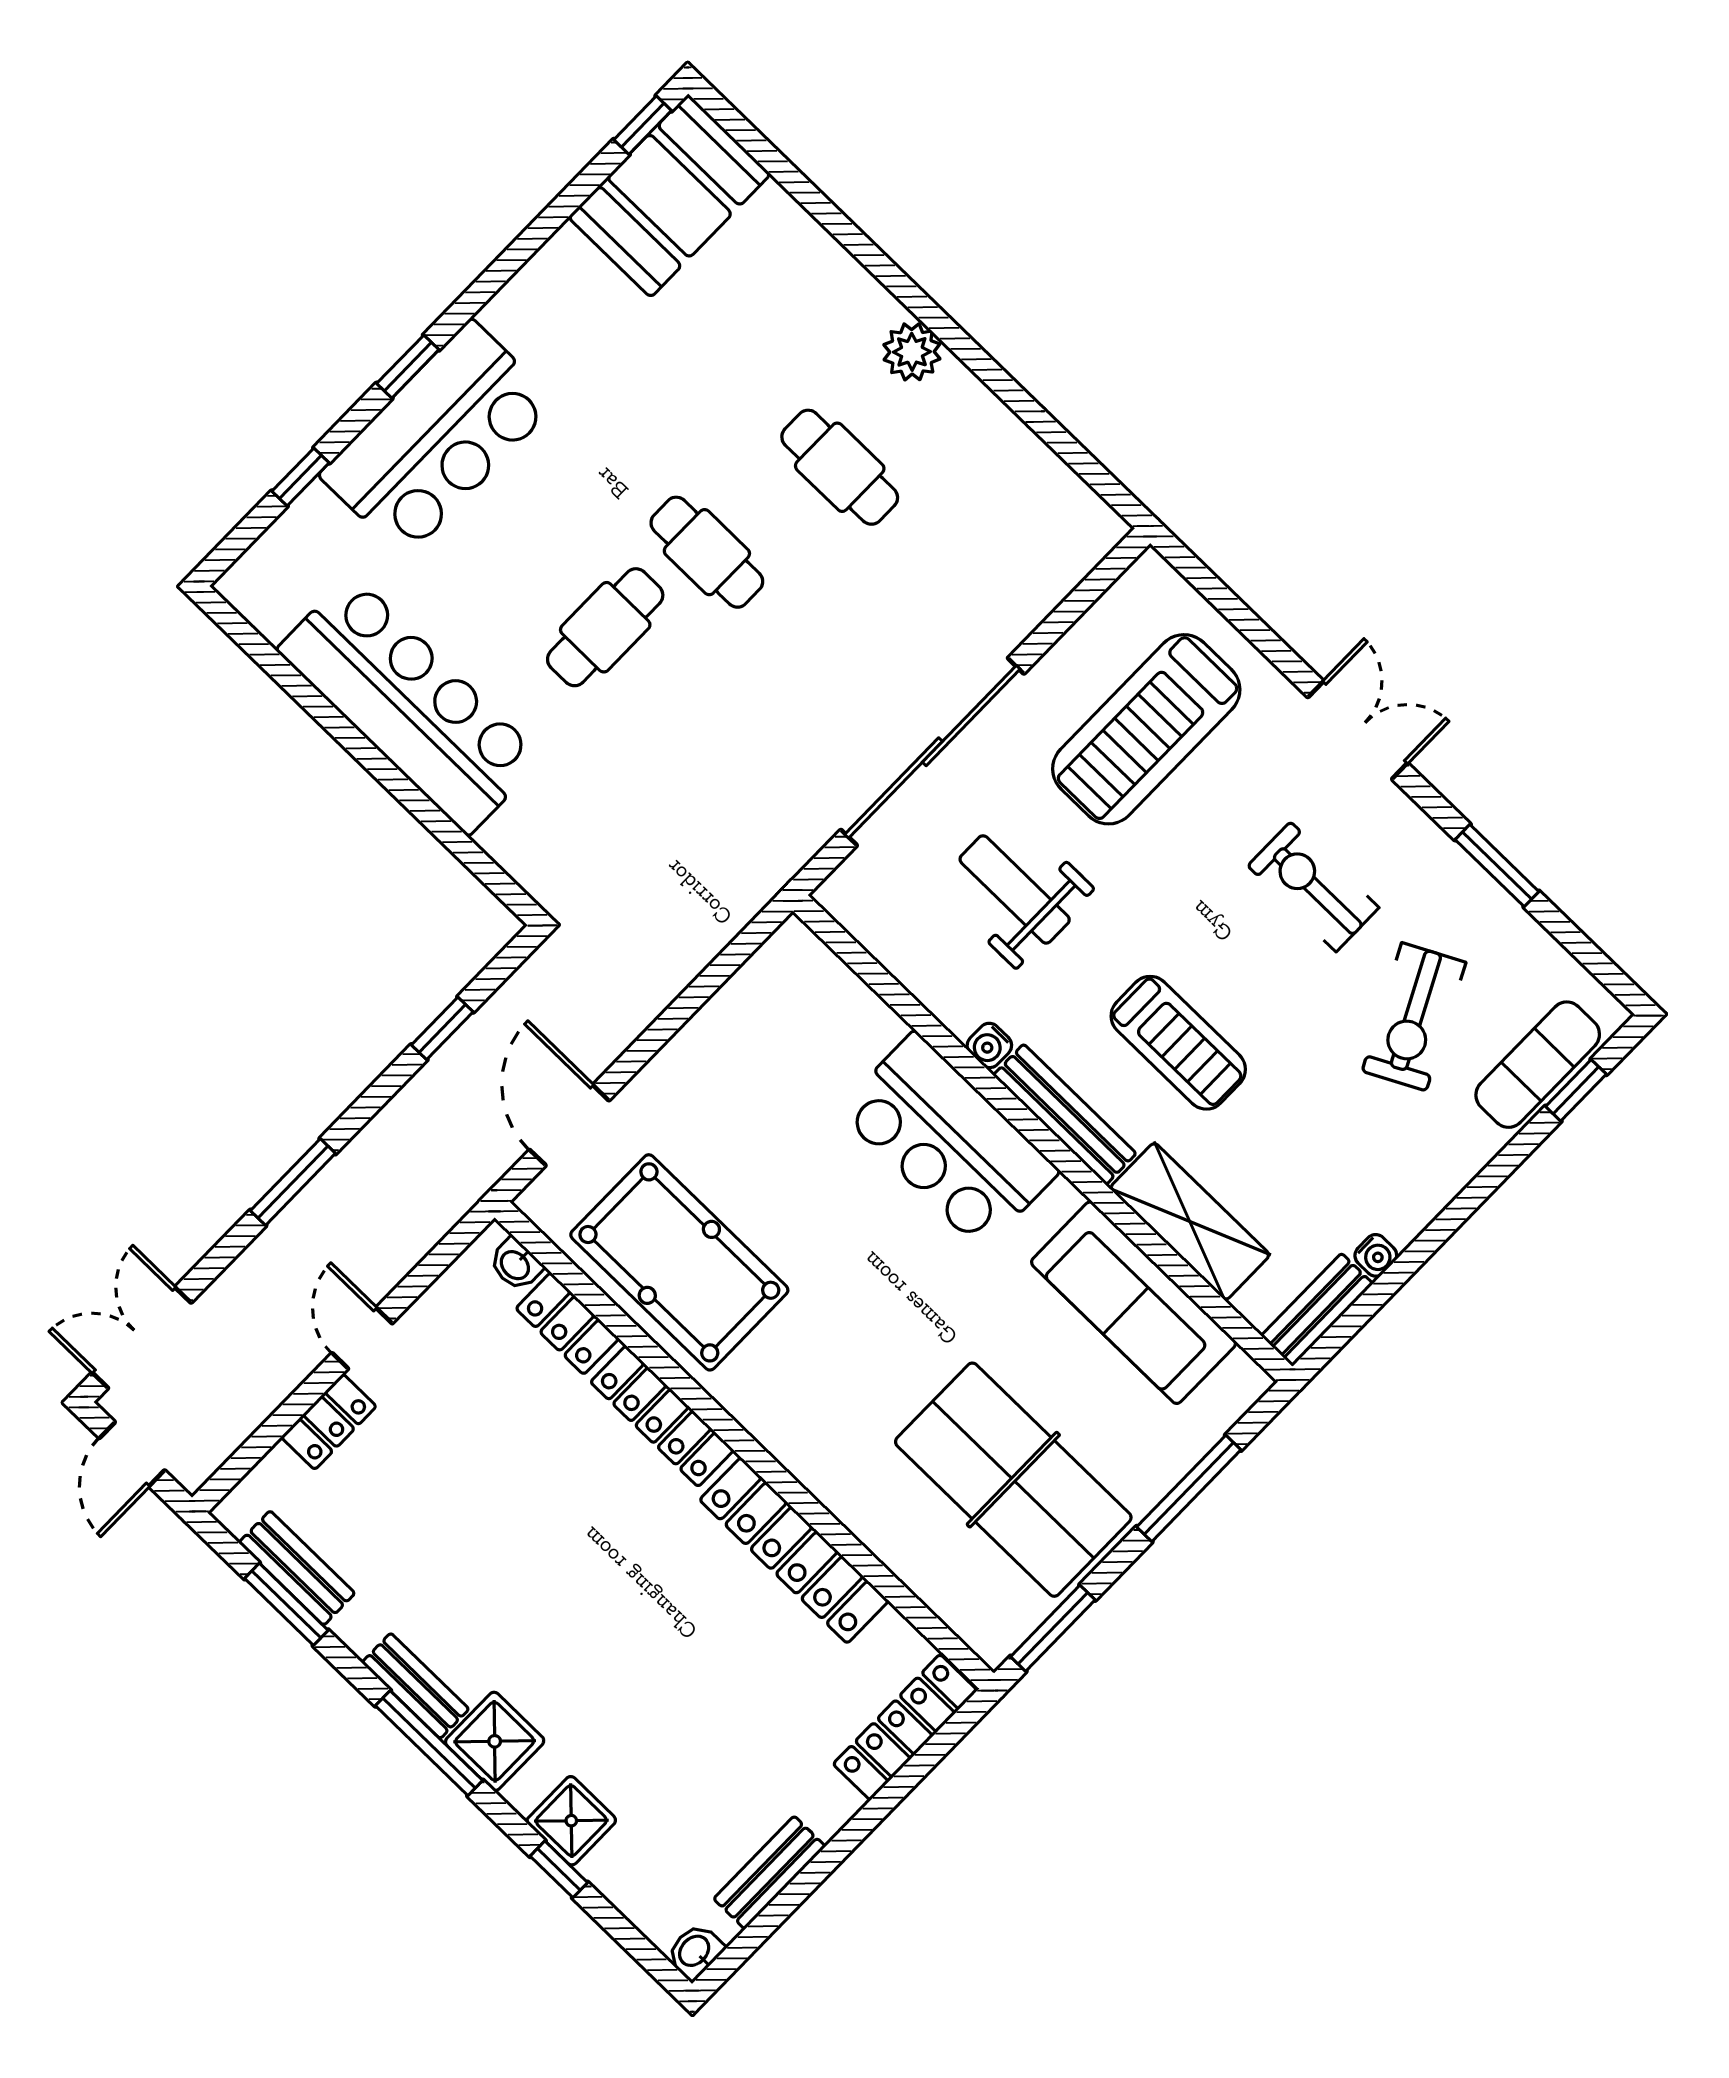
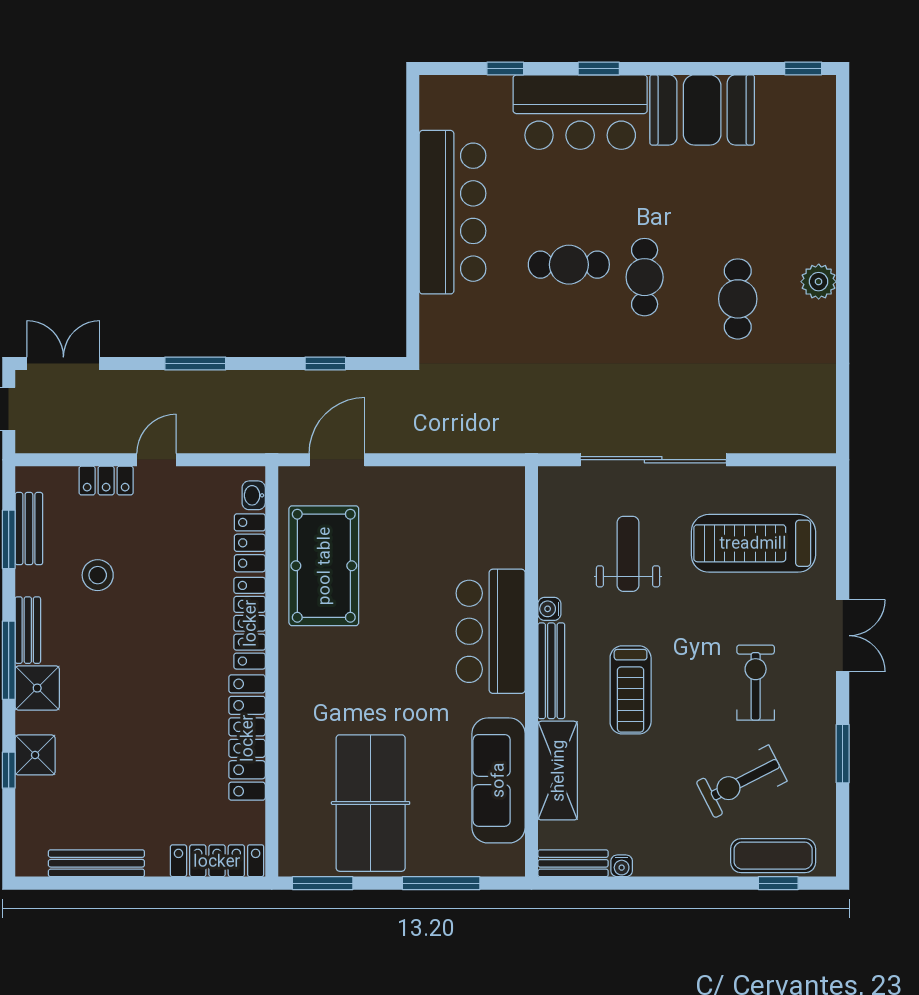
booth: (669, 196) -> (702, 110), moved
stool: (431, 1540) -> (98, 575), added
bench: (770, 1873) -> (96, 863), width x1.36
washbasin: (695, 1952) -> (30, 864), removed

